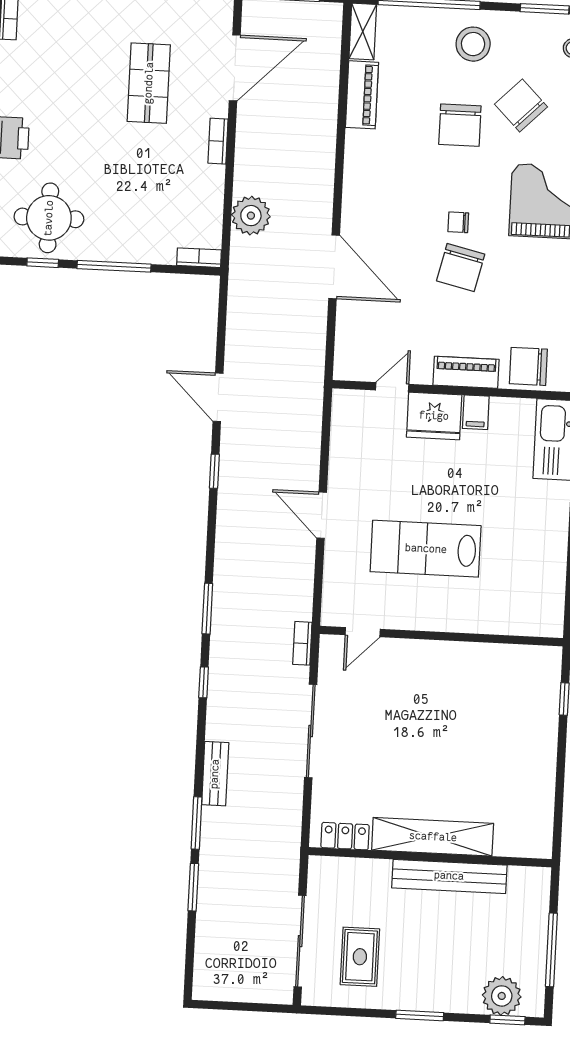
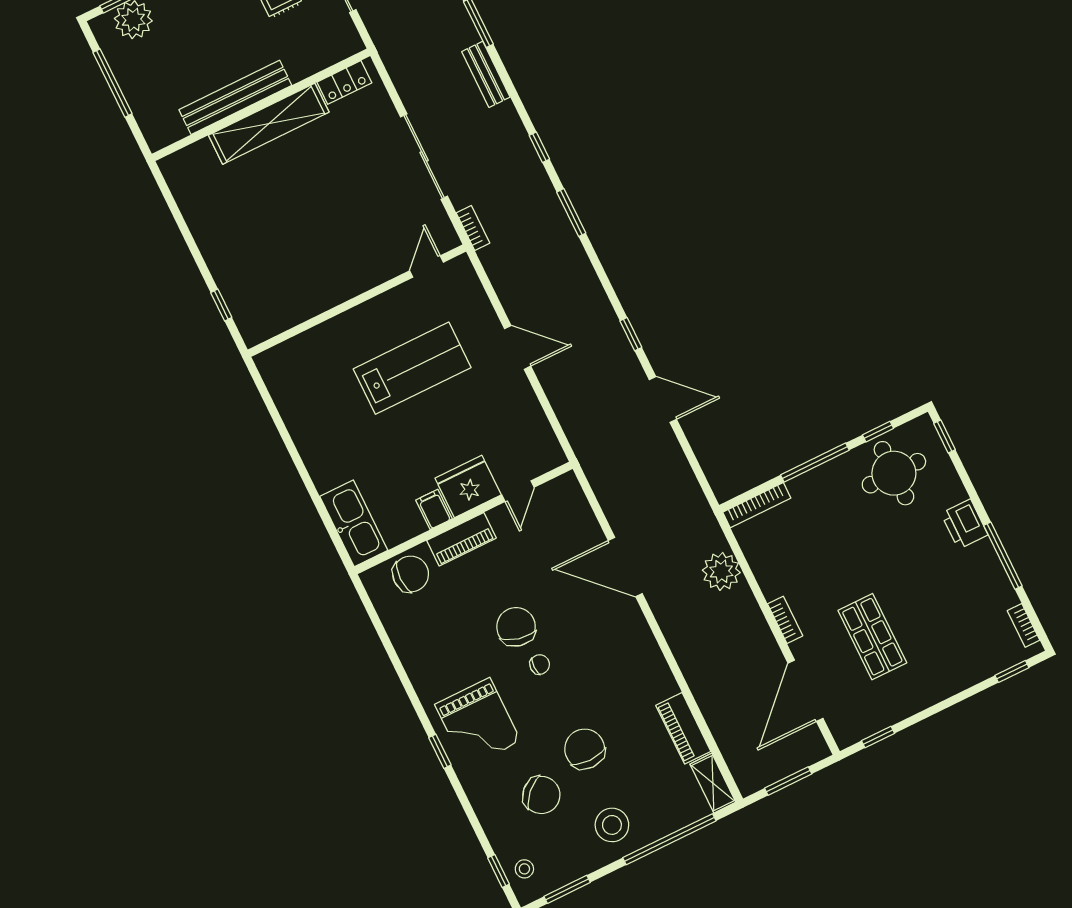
bookcase: (199, 258) -> (757, 505), width x1.56

